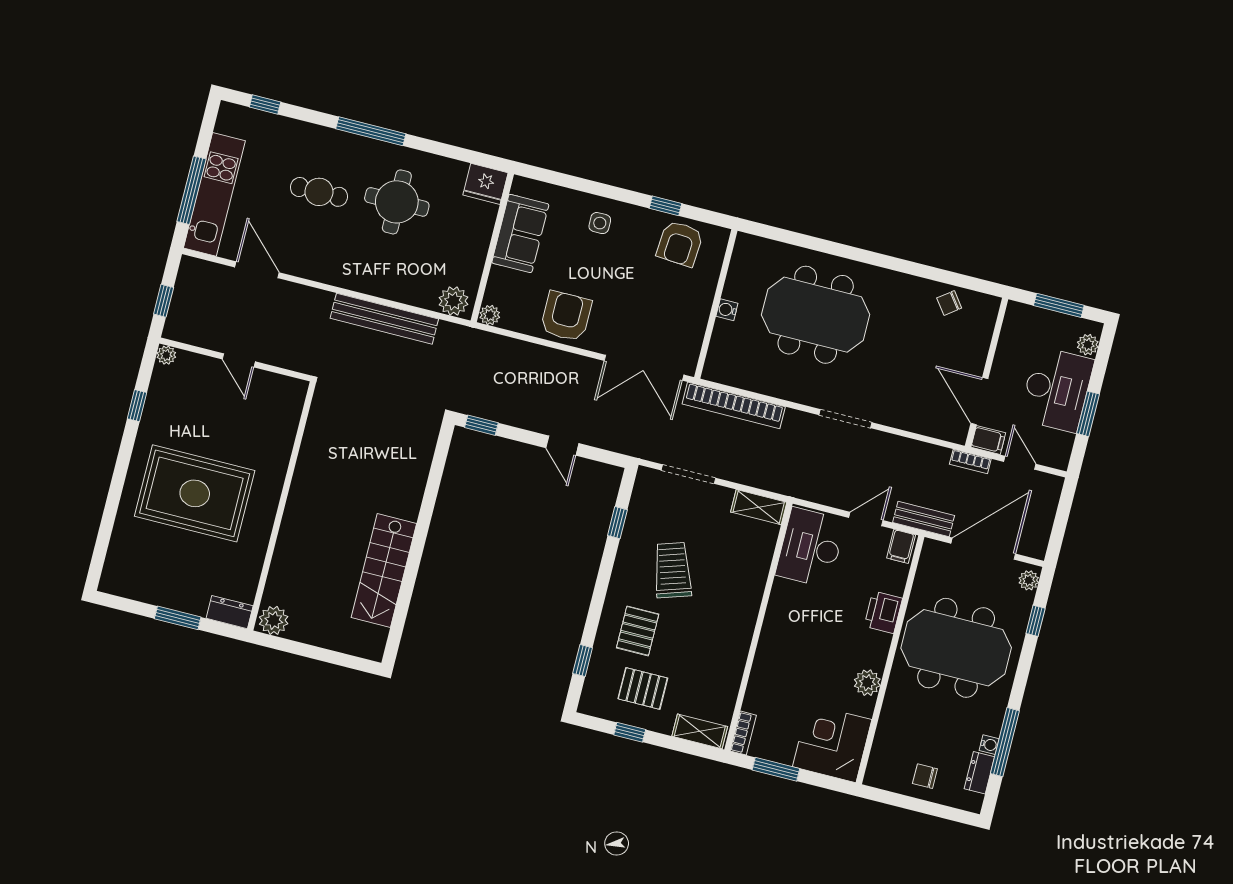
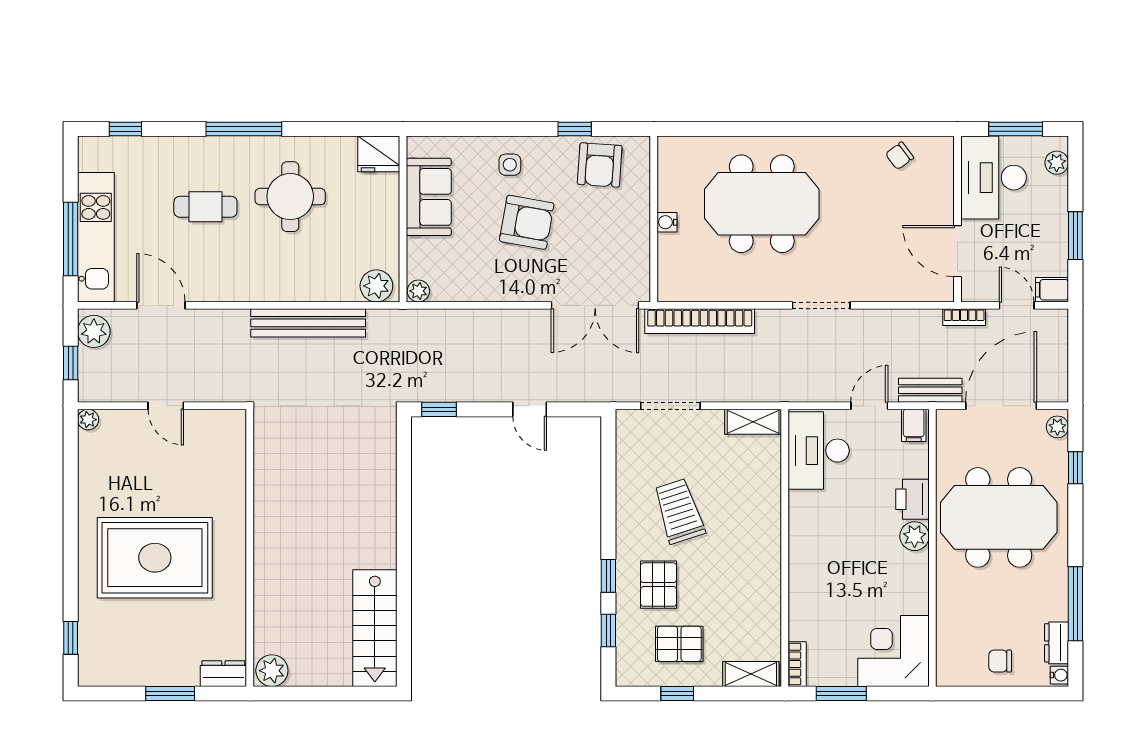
plant: (191, 278) -> (94, 331), added
armchair: (566, 316) -> (527, 222), moved, turned 100
desk: (1057, 389) -> (994, 178), moved, turned 180
window: (137, 406) -> (71, 638), moved
filing cabinet: (988, 440) -> (1052, 290), moved, turned 180
window: (617, 523) -> (608, 576), moved
stairs: (384, 570) -> (375, 628), moved
plant: (867, 683) -> (915, 536), moved
water cooler: (989, 745) -> (1059, 675), moved

